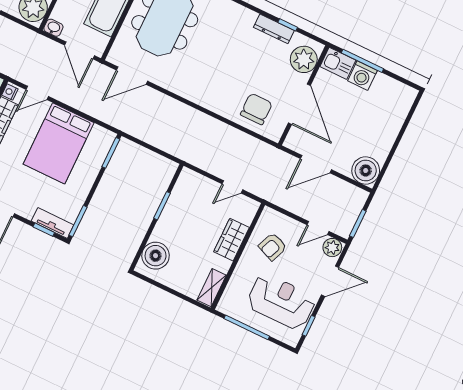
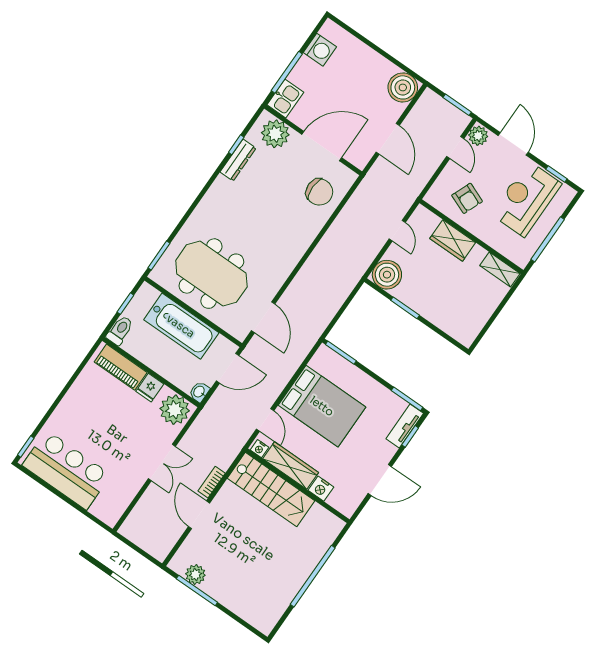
washing machine: (362, 76) -> (320, 50), moved
chair: (256, 109) -> (319, 192), turned 180
boiler: (156, 256) -> (387, 275), moved

